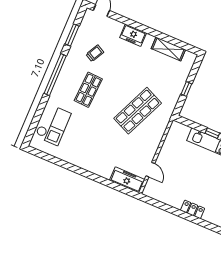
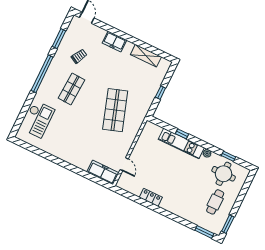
shop shelf: (138, 111) -> (115, 110), turned -42
locker: (193, 209) -> (151, 197), moved

